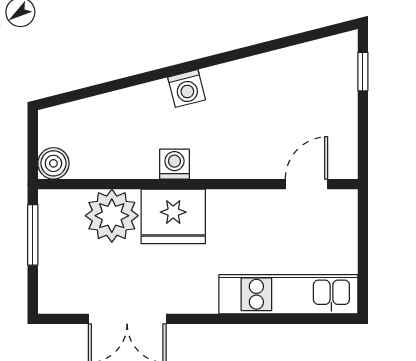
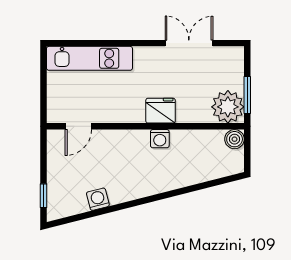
washing machine: (187, 88) -> (98, 199), moved
plant: (112, 216) -> (228, 107), moved
fridge: (173, 216) -> (161, 111), width x0.73, depth x0.75

